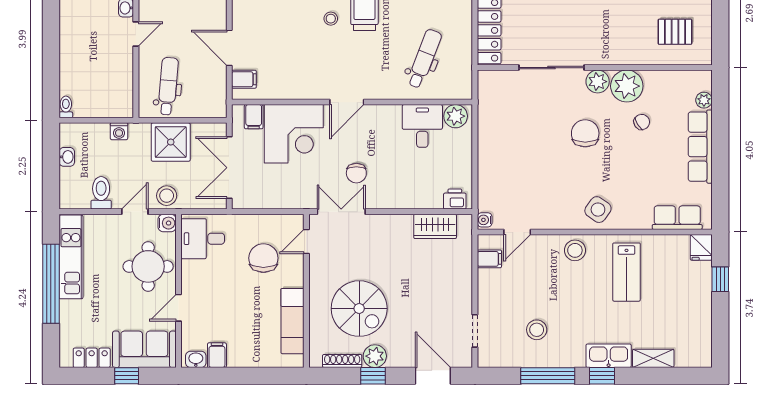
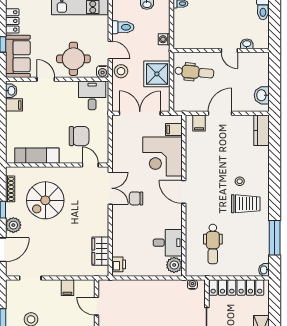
dental chair: (424, 59) -> (213, 244), turned 69
water cooler: (485, 220) -> (192, 284), moved
filing cabinet: (489, 259) -> (67, 288), moved
plant: (375, 356) -> (13, 225), moved

